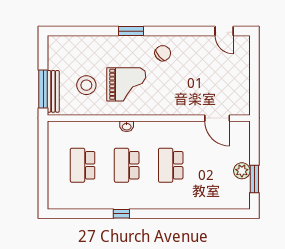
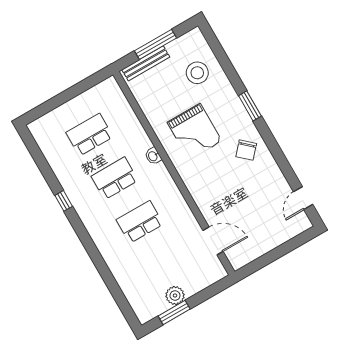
chair: (163, 53) -> (246, 150), turned 83
stool: (86, 85) -> (197, 73), moved
window: (43, 89) -> (155, 44), moved
door: (217, 118) -> (213, 241), swing flipped

